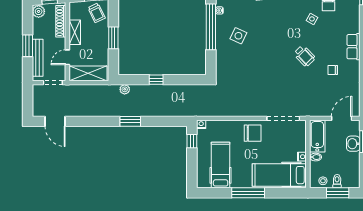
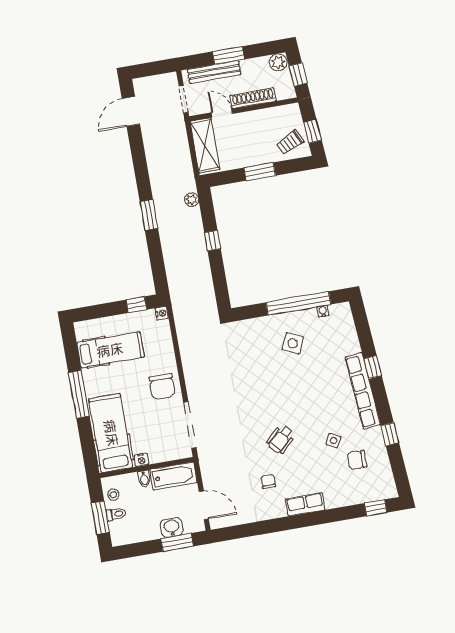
shoe rack: (61, 21) -> (253, 98), moved
shelving: (75, 32) -> (258, 117), removed

